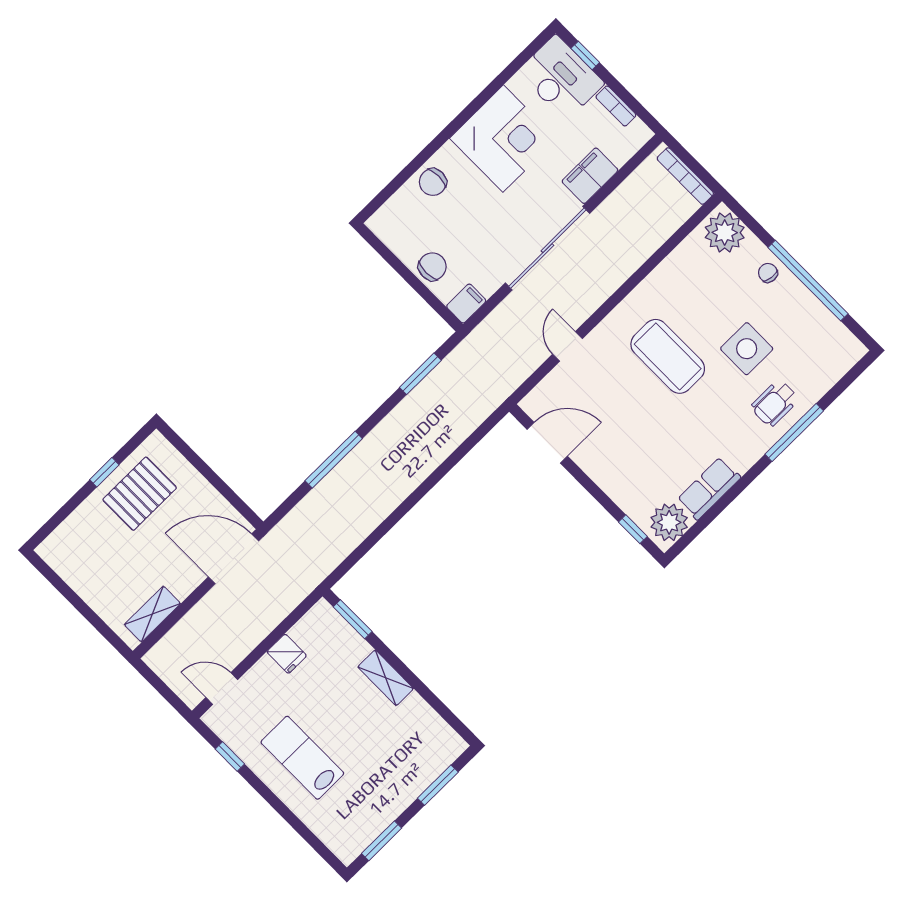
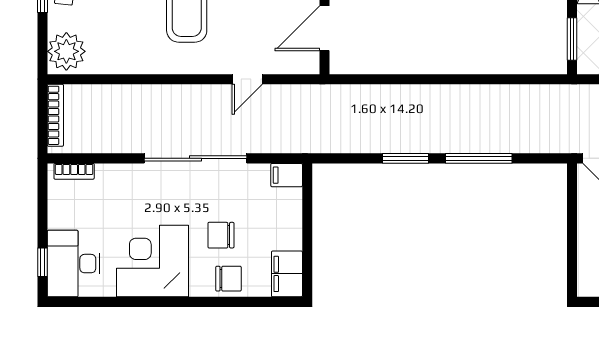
bookcase: (616, 106) -> (74, 171), moved, turned 90
filing cabinet: (590, 176) -> (287, 274), moved, turned 90
chair: (432, 267) -> (221, 235), moved
window: (420, 374) -> (405, 158), moved
door: (547, 443) -> (325, 28), hinge flipped

